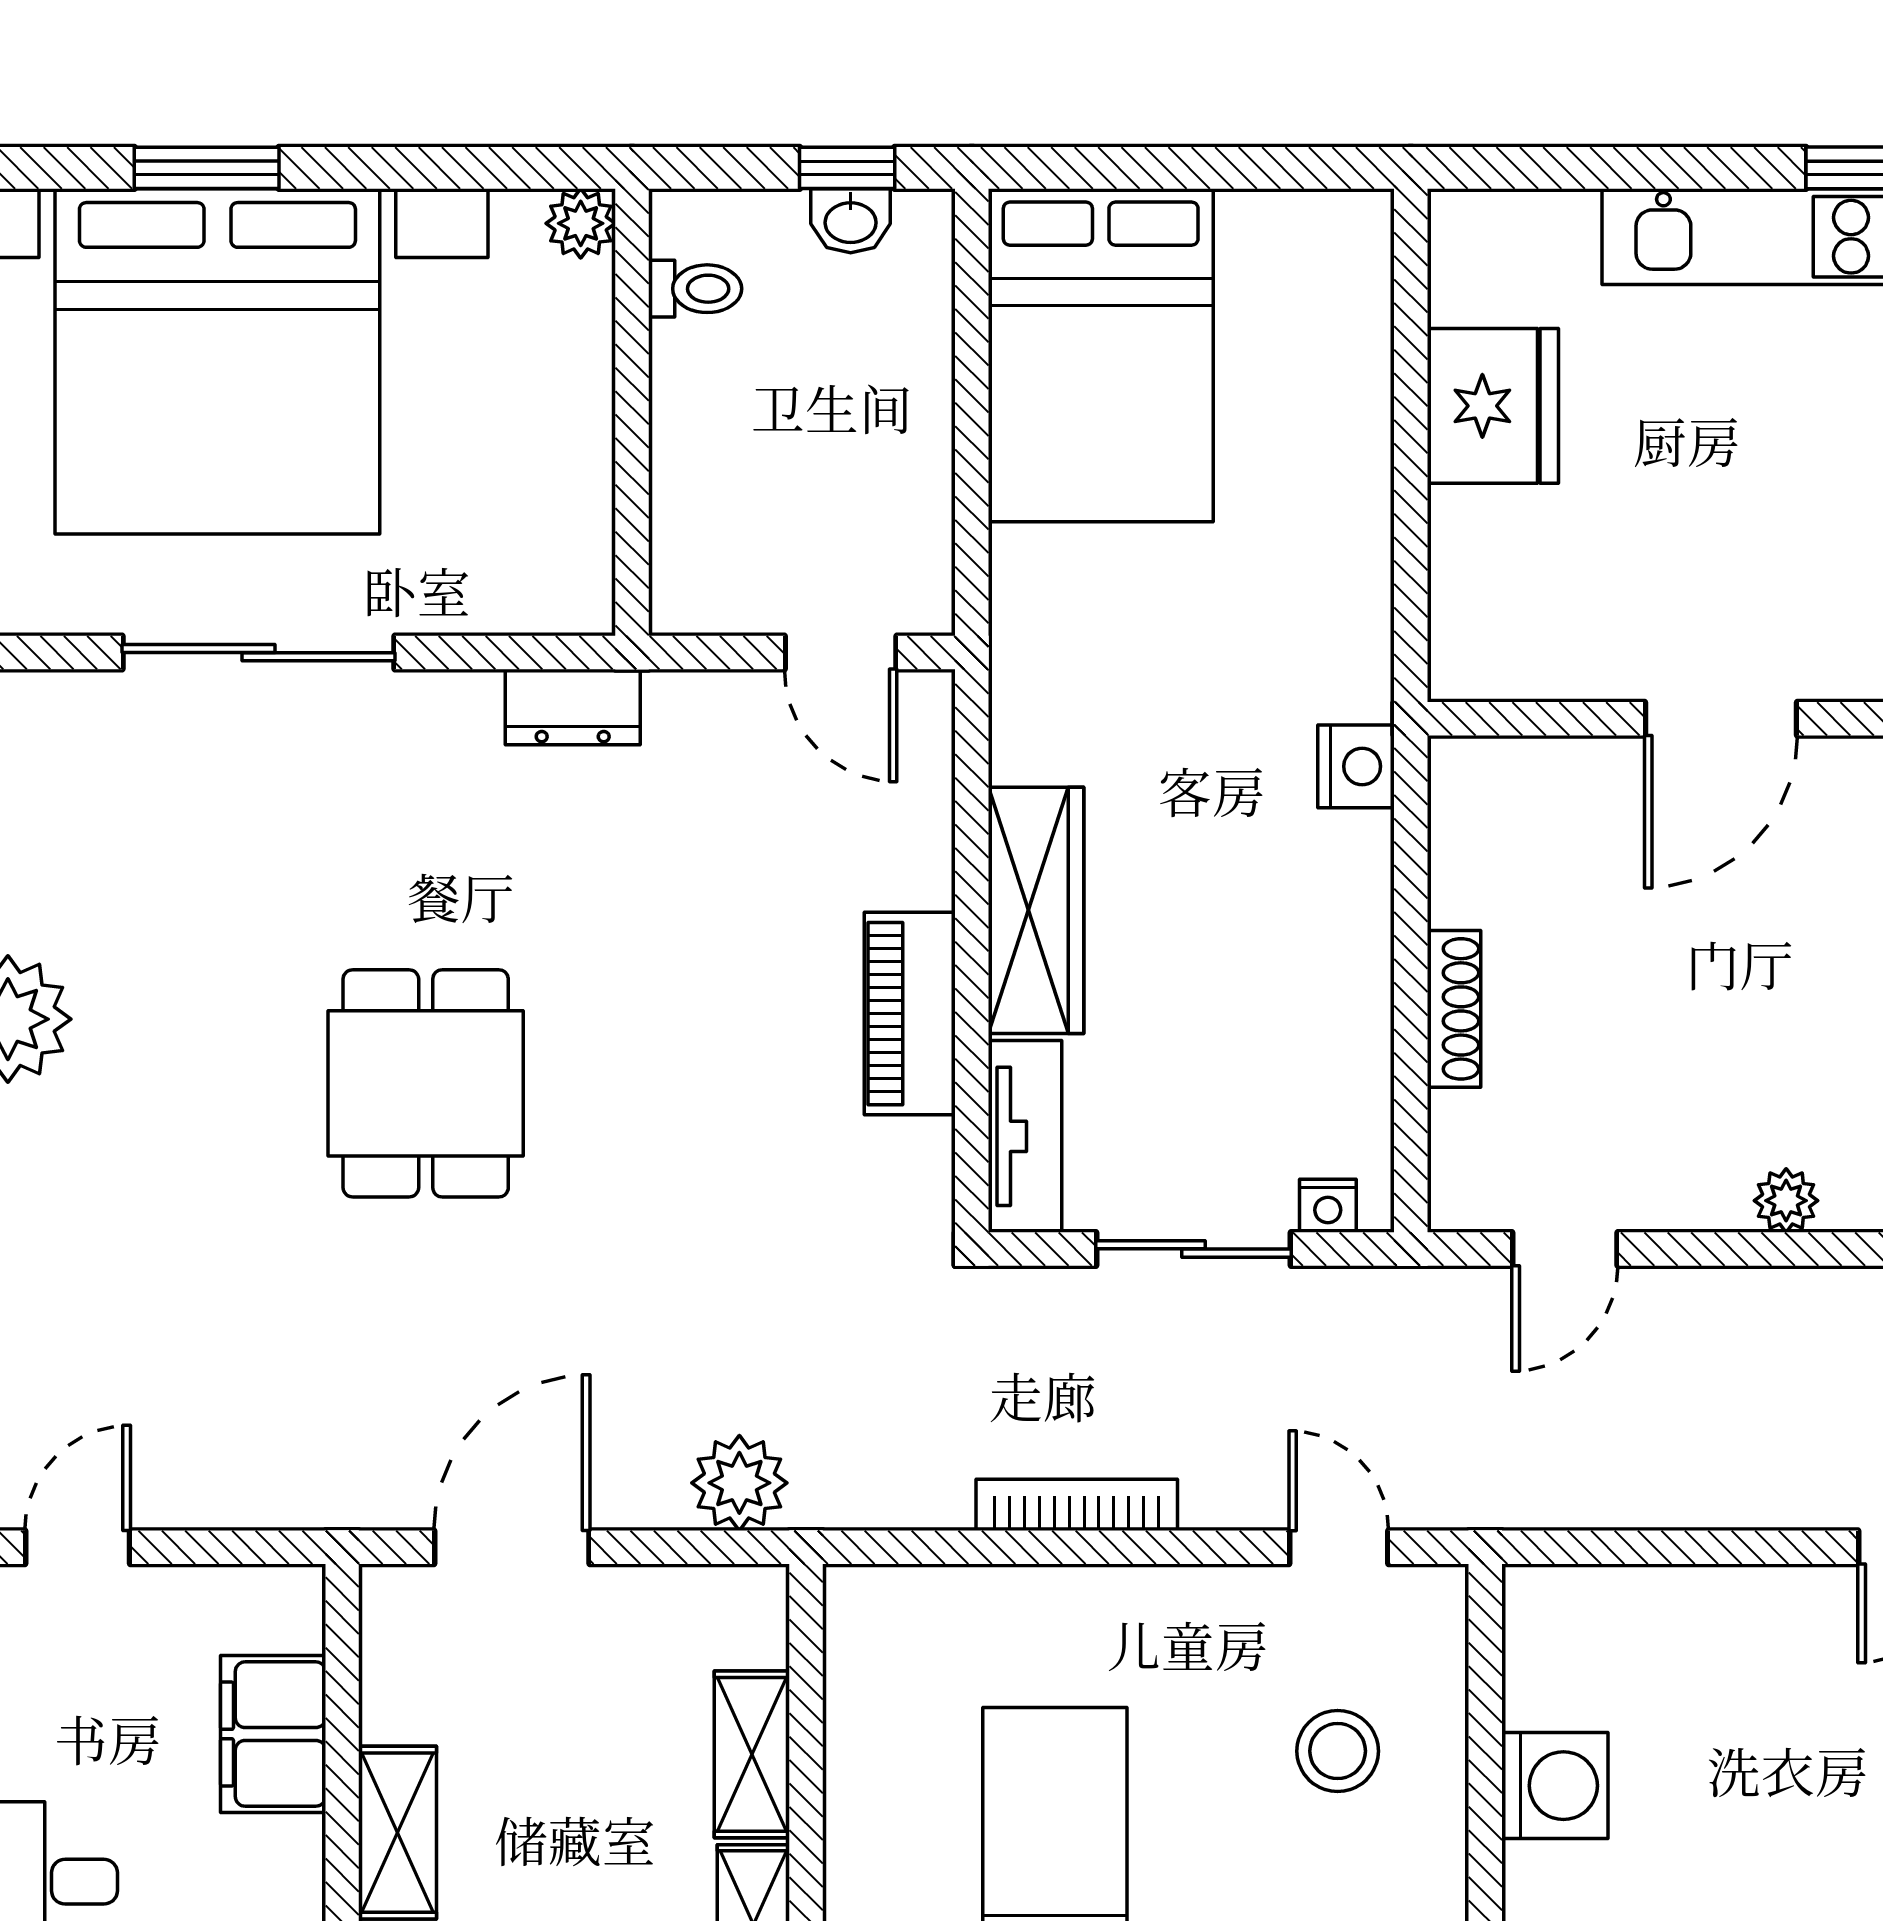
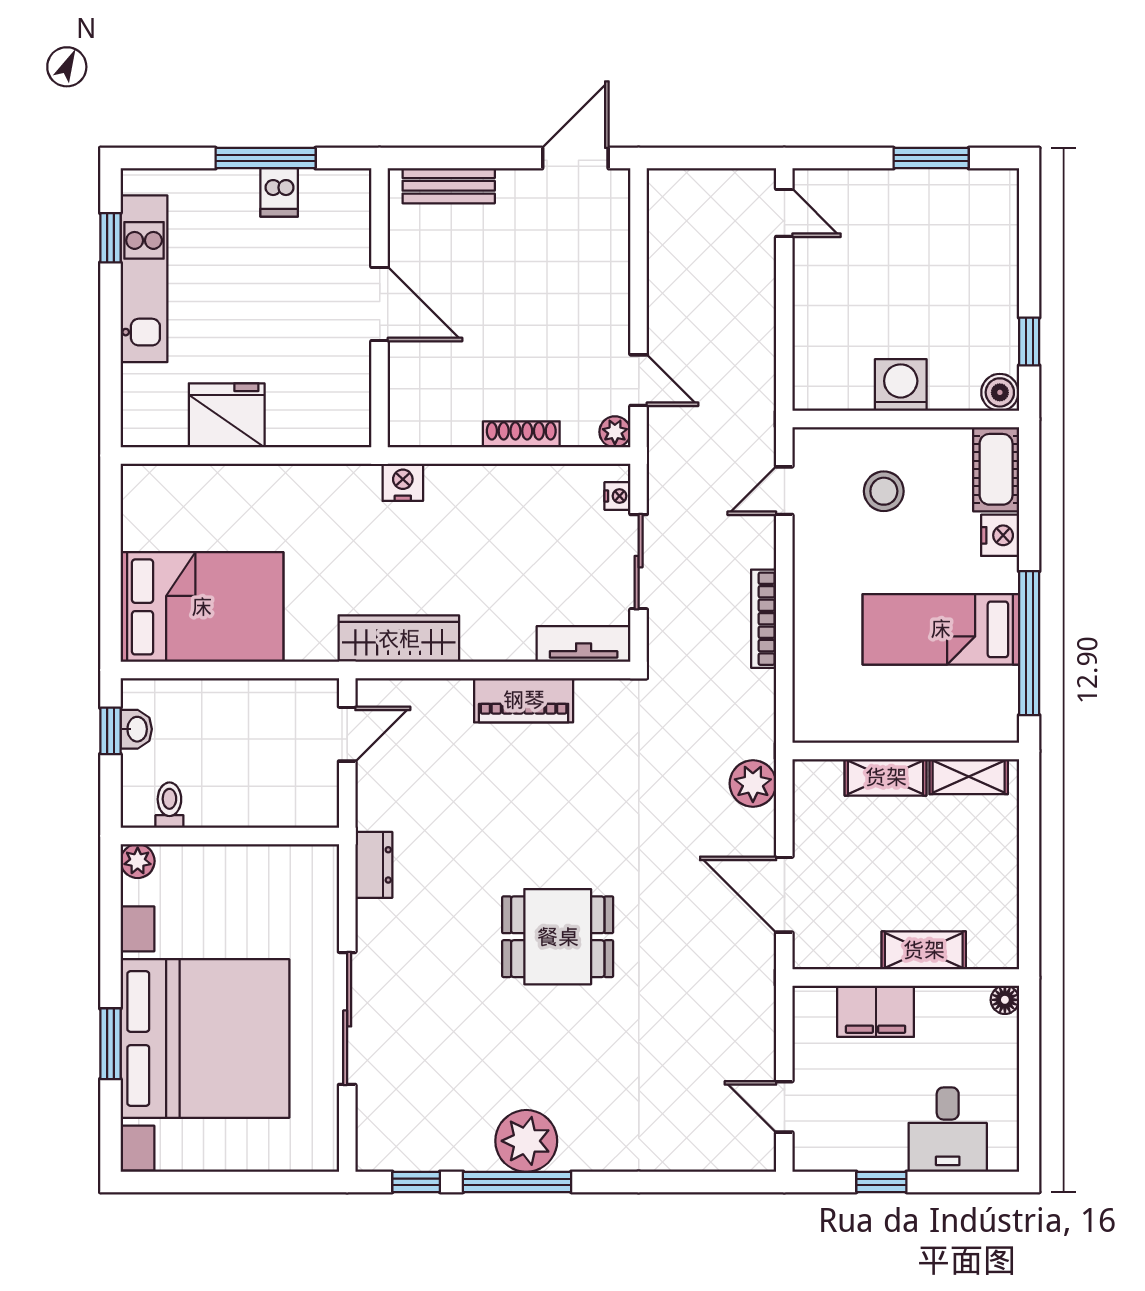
wardrobe: (1036, 910) -> (399, 639), moved
plant: (1786, 1201) -> (615, 432), moved

